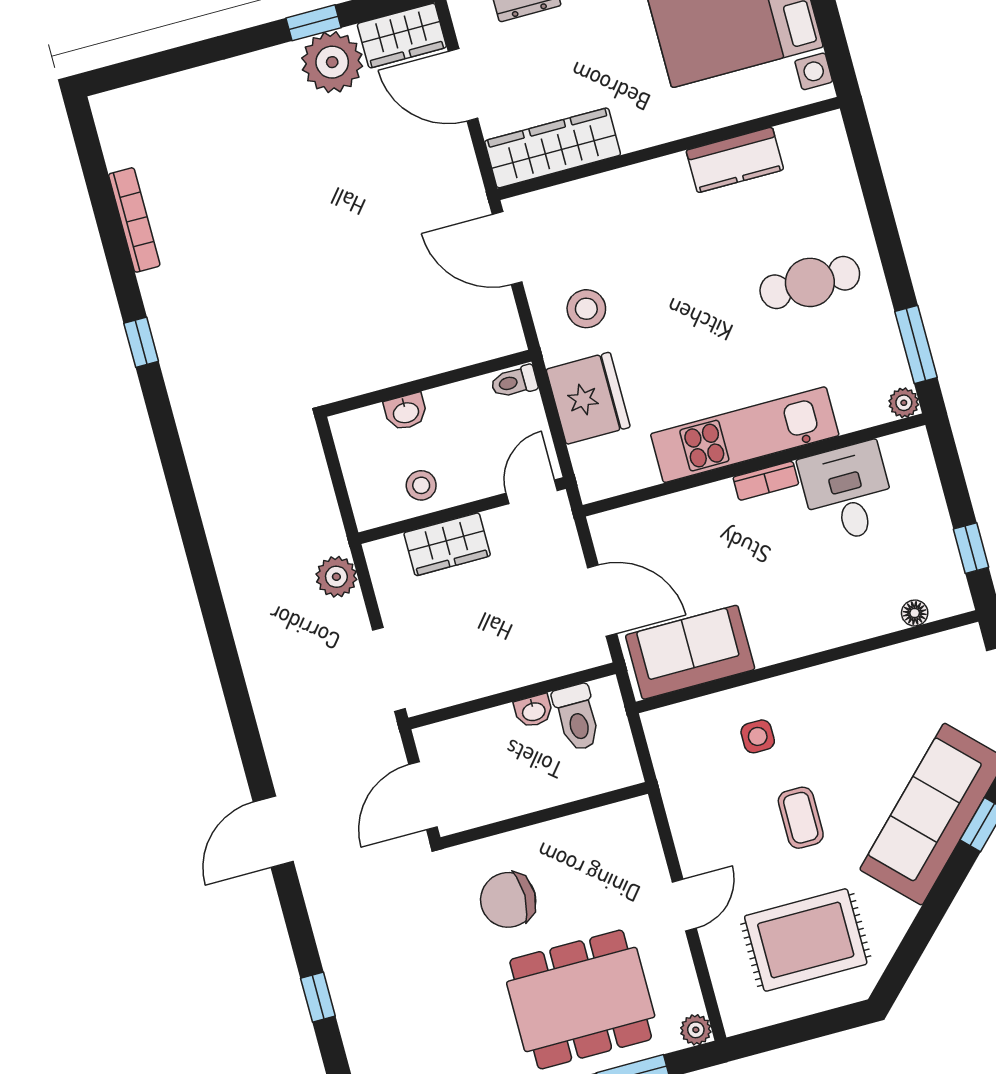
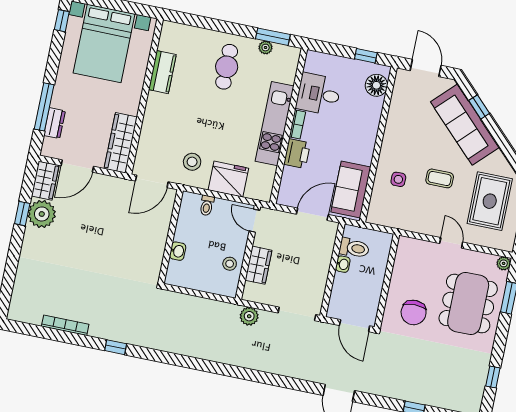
wall: (428, 383) -> (171, 237), moved
plant: (904, 403) -> (266, 48), moved
washbasin: (406, 412) -> (178, 251), moved
printer: (707, 509) -> (297, 154), added
floor lamp: (915, 613) -> (376, 85), width x1.89, depth x1.89

